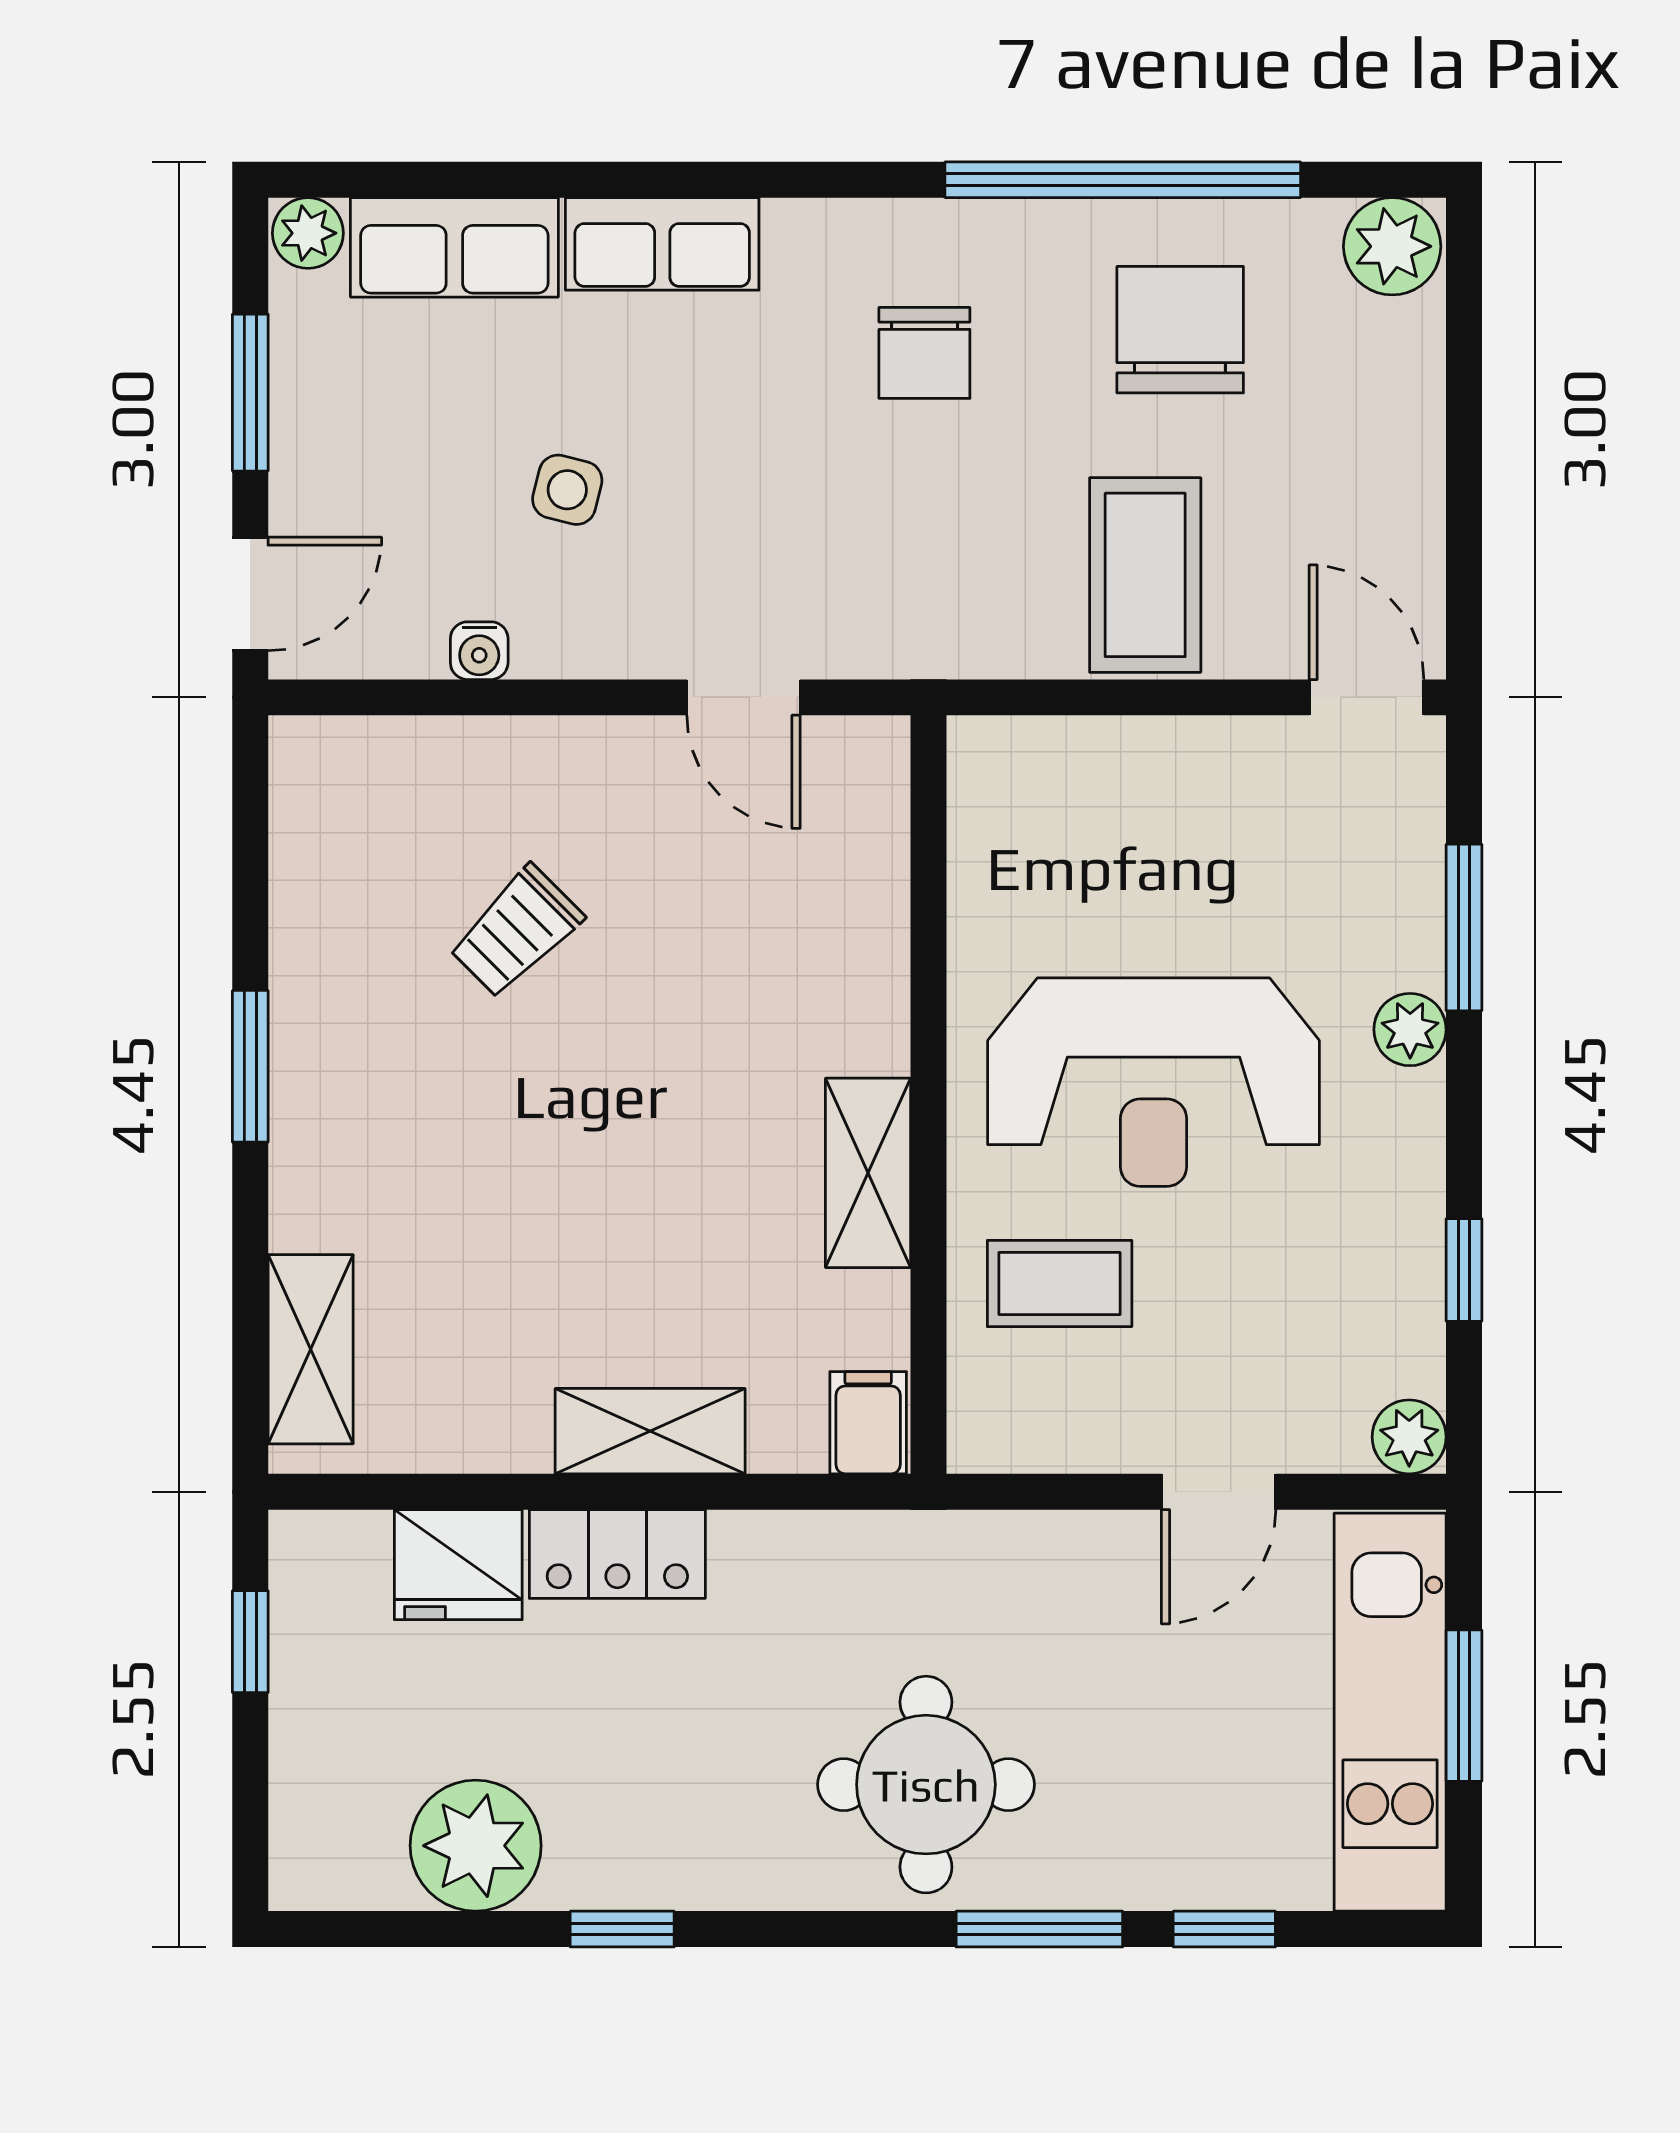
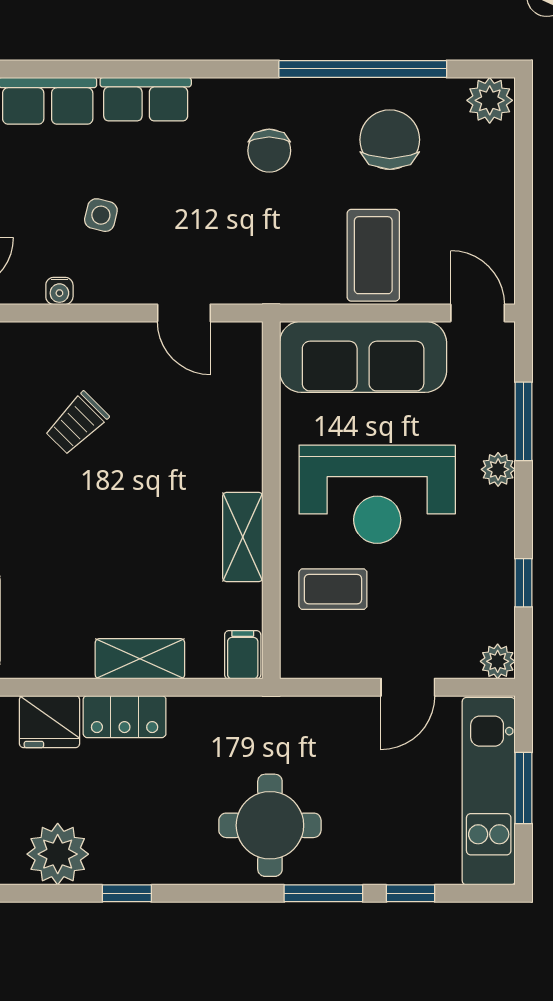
sofa: (1124, 791) -> (363, 357), added

